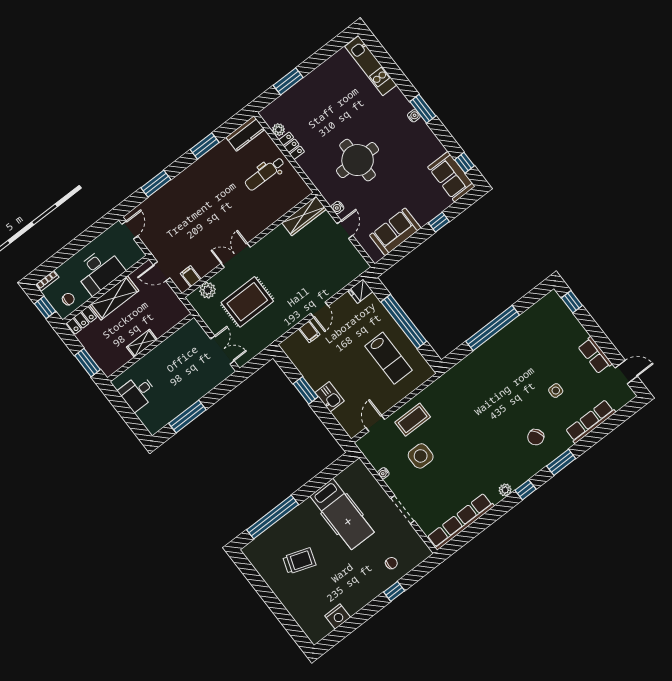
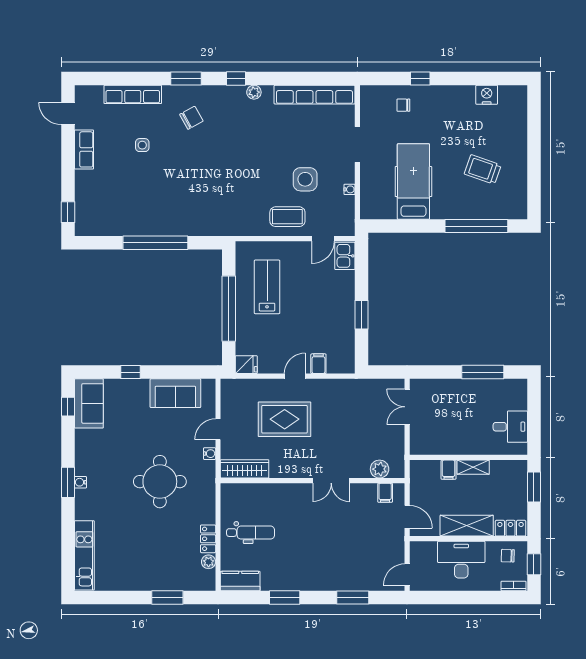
rug: (247, 302) -> (285, 419), moved
filing cabinet: (158, 328) -> (449, 470), added
kitchen sink: (330, 397) -> (345, 256), moved

